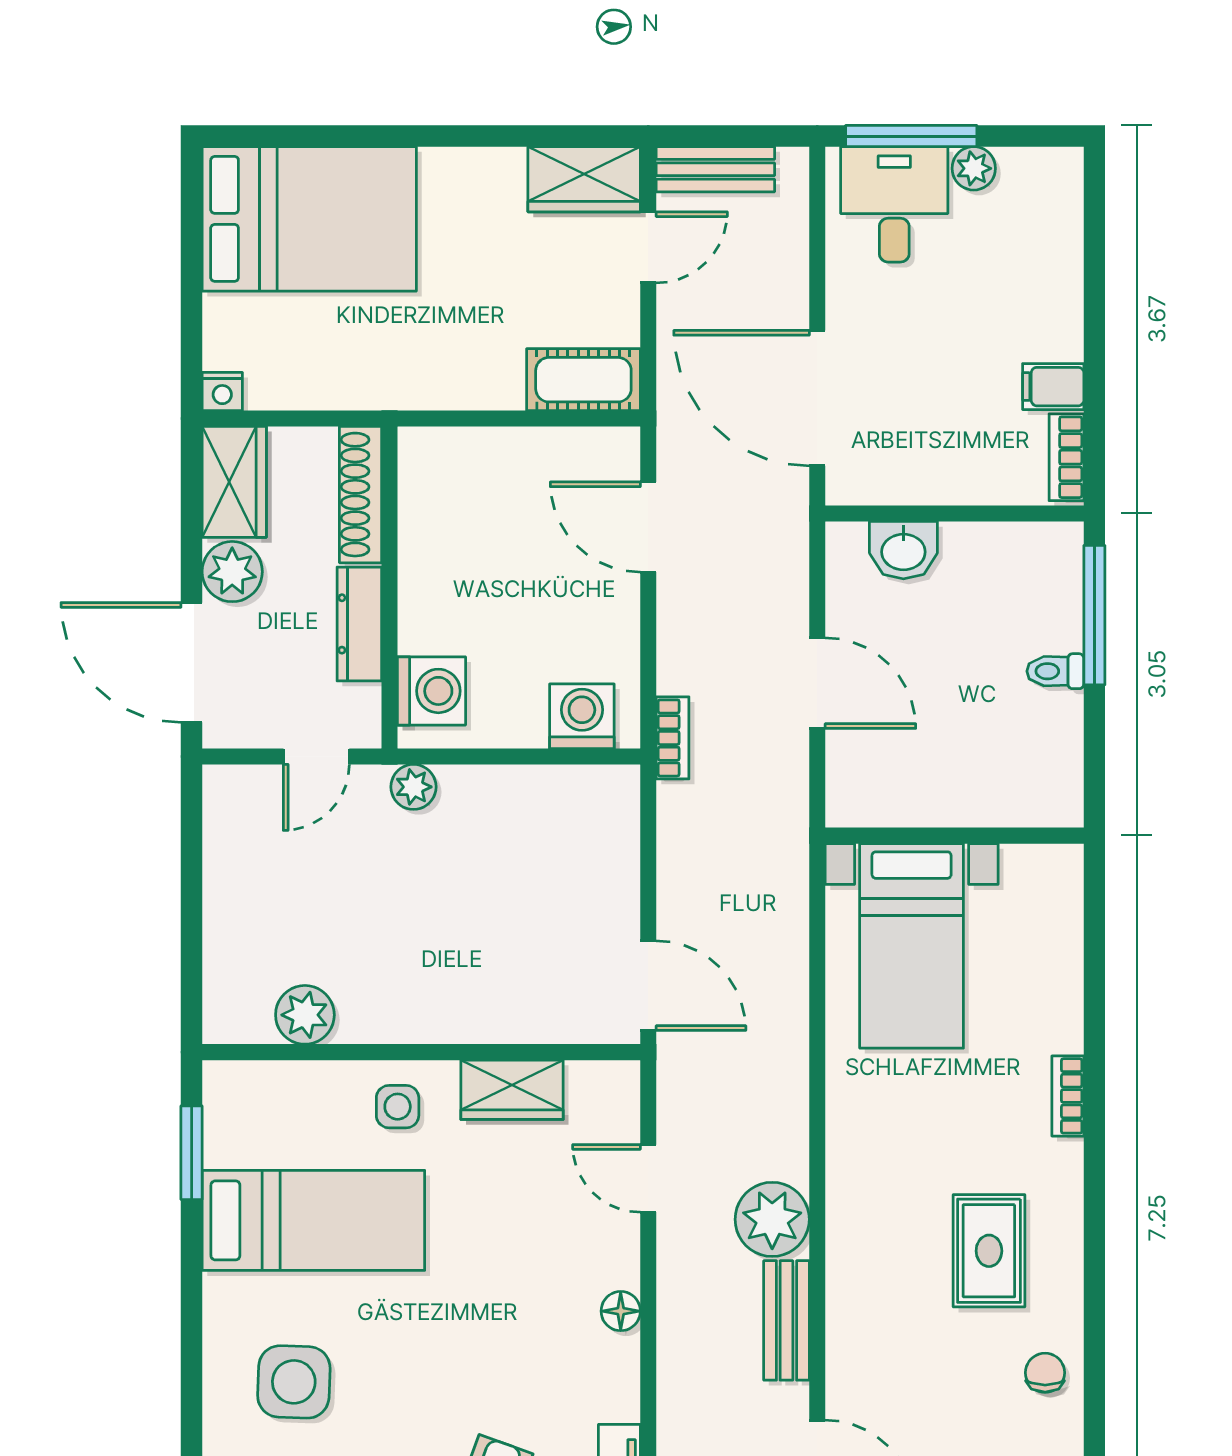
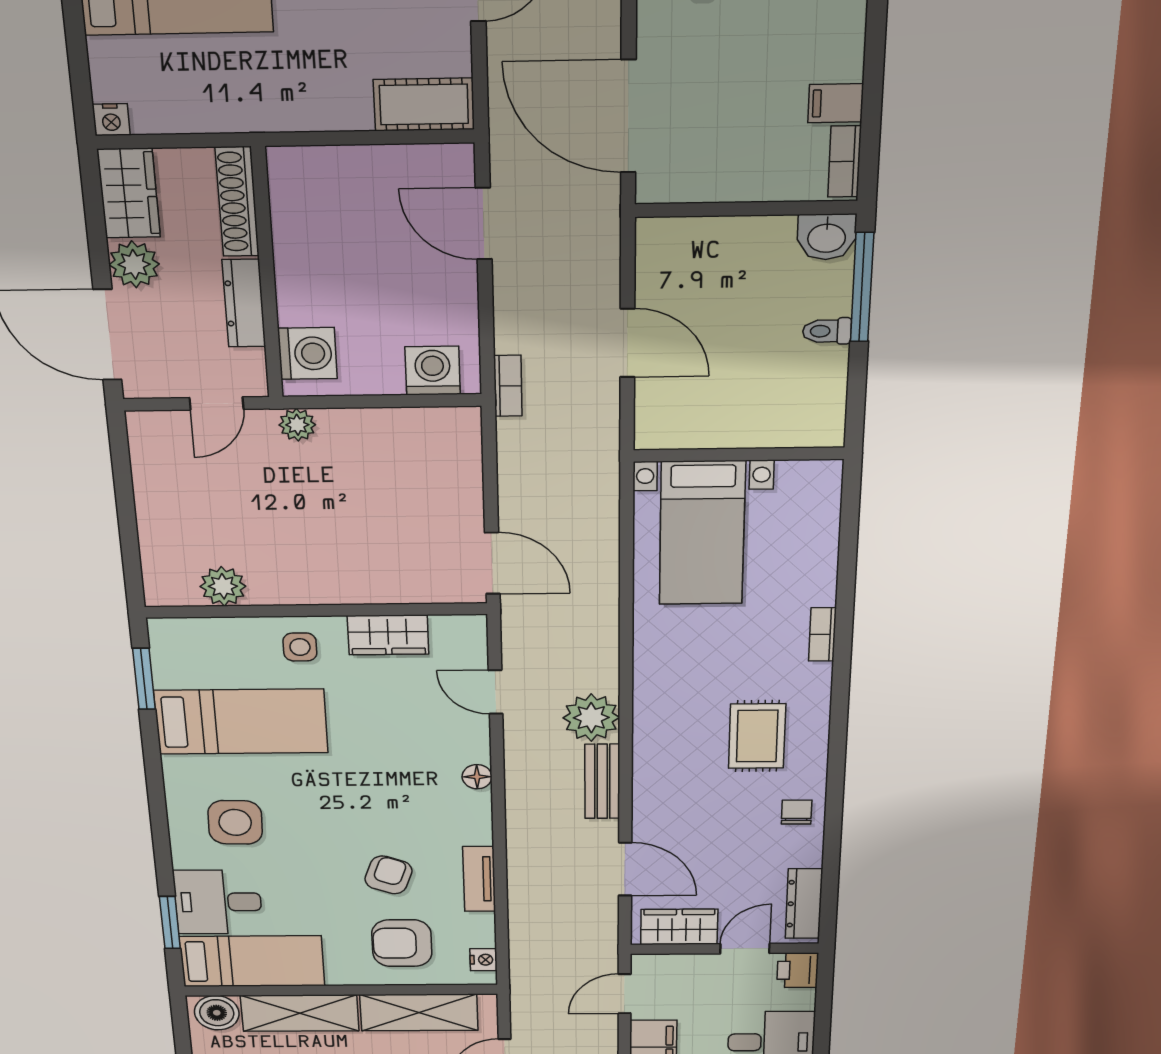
washbasin: (903, 550) -> (827, 237), moved

